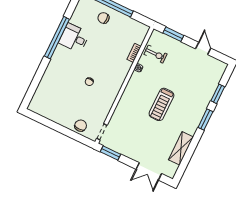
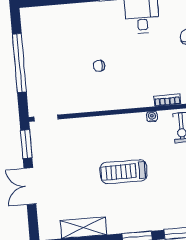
chair: (81, 126) -> (38, 87), removed
window: (59, 128) -> (19, 63), added
double door: (149, 171) -> (30, 186), moved

